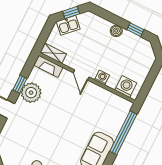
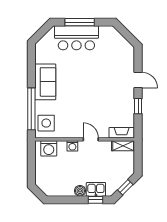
kitchen sink: (68, 25) -> (96, 189), moved, turned 45
window: (135, 30) -> (96, 200), moved
plant: (31, 93) -> (125, 104), removed
side table: (116, 112) -> (46, 123), added

